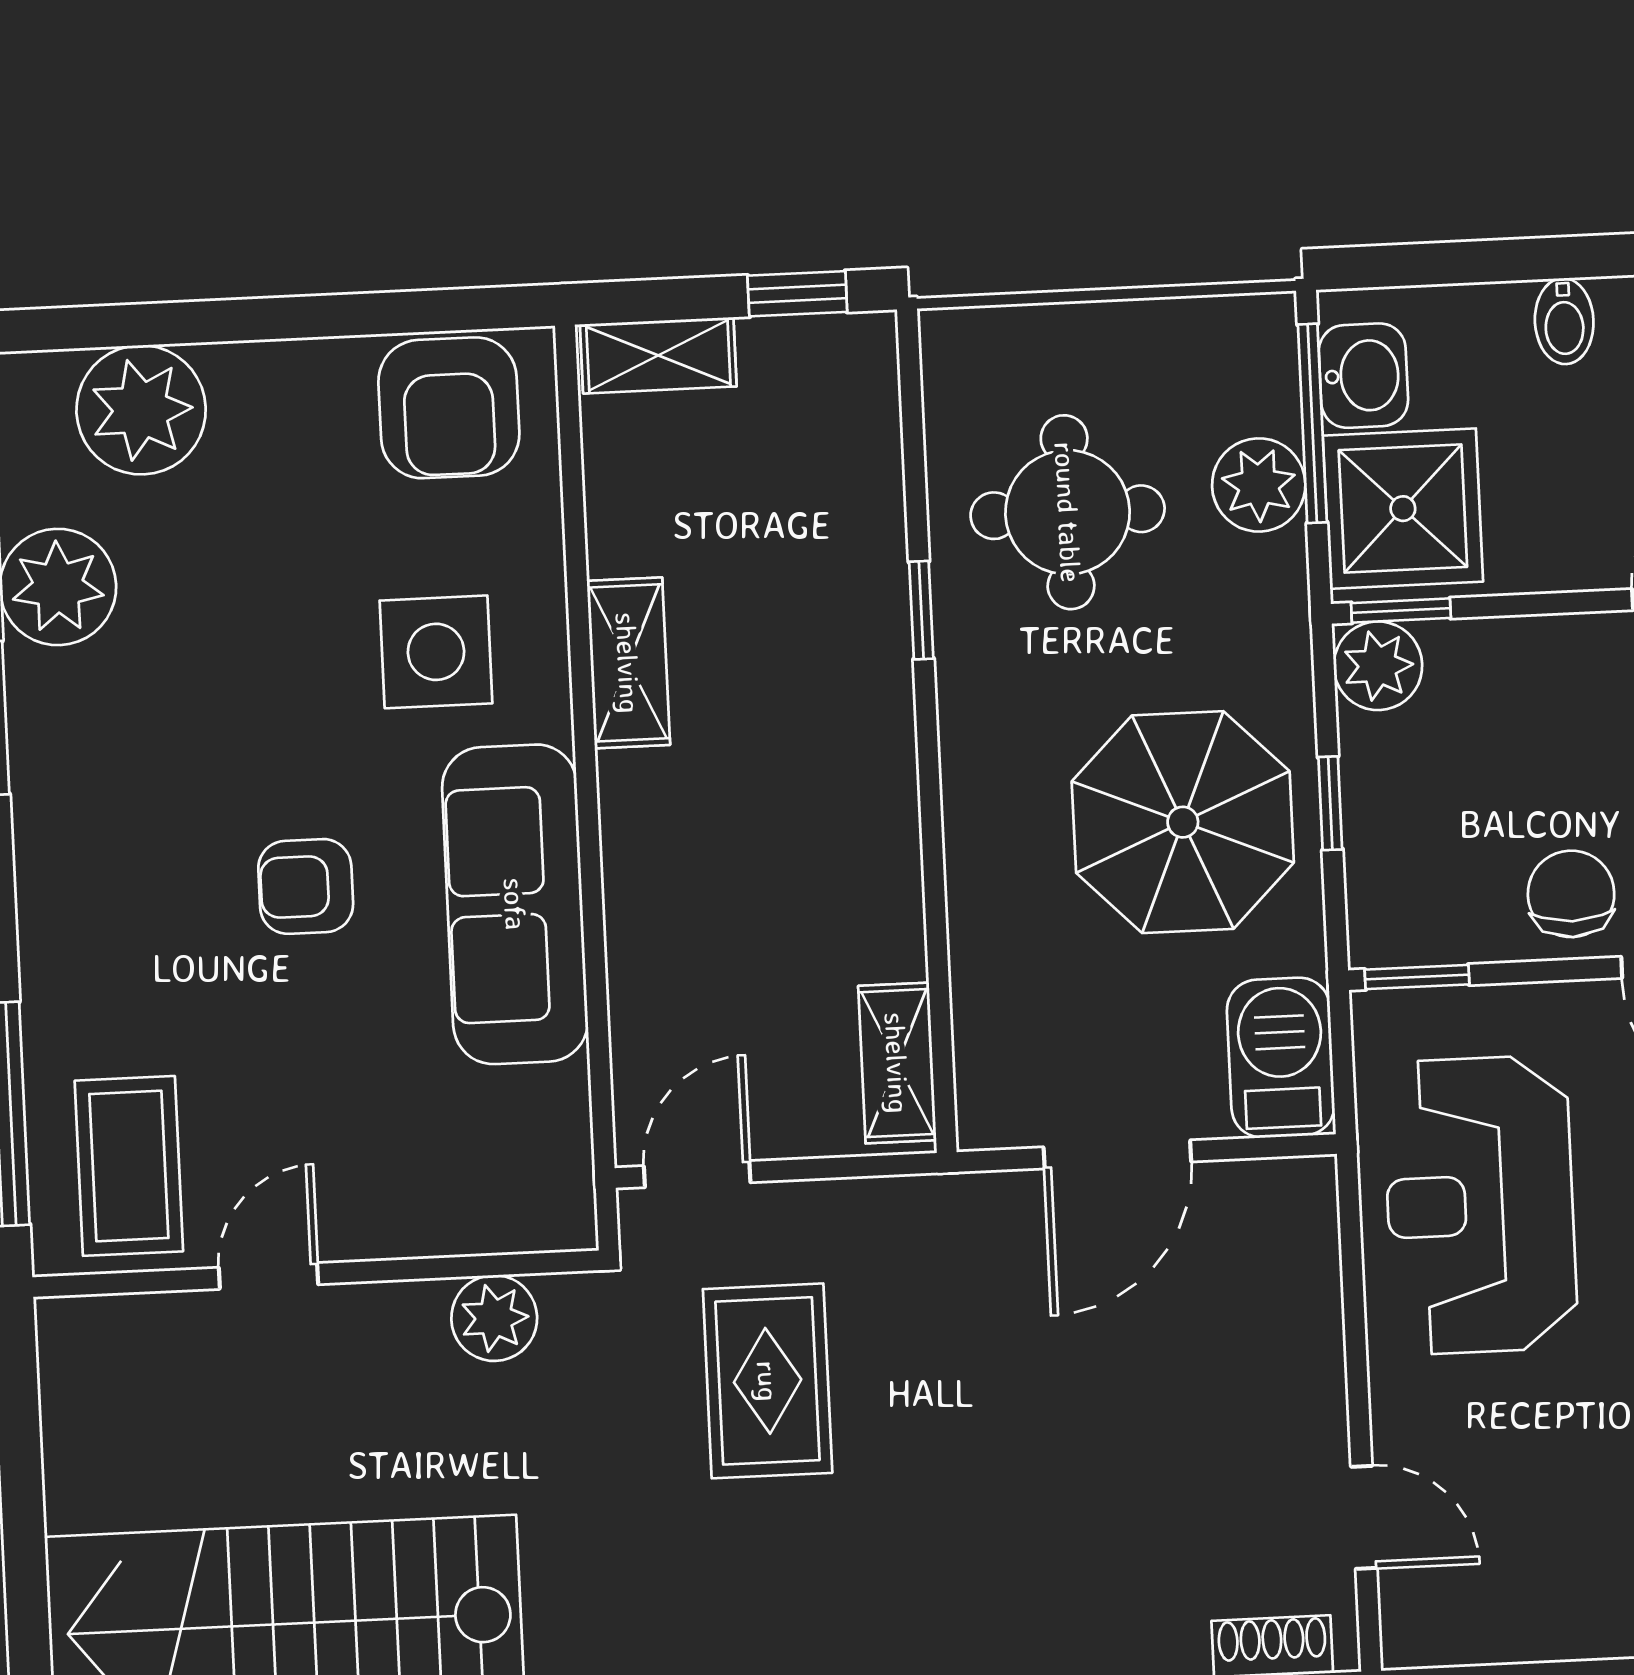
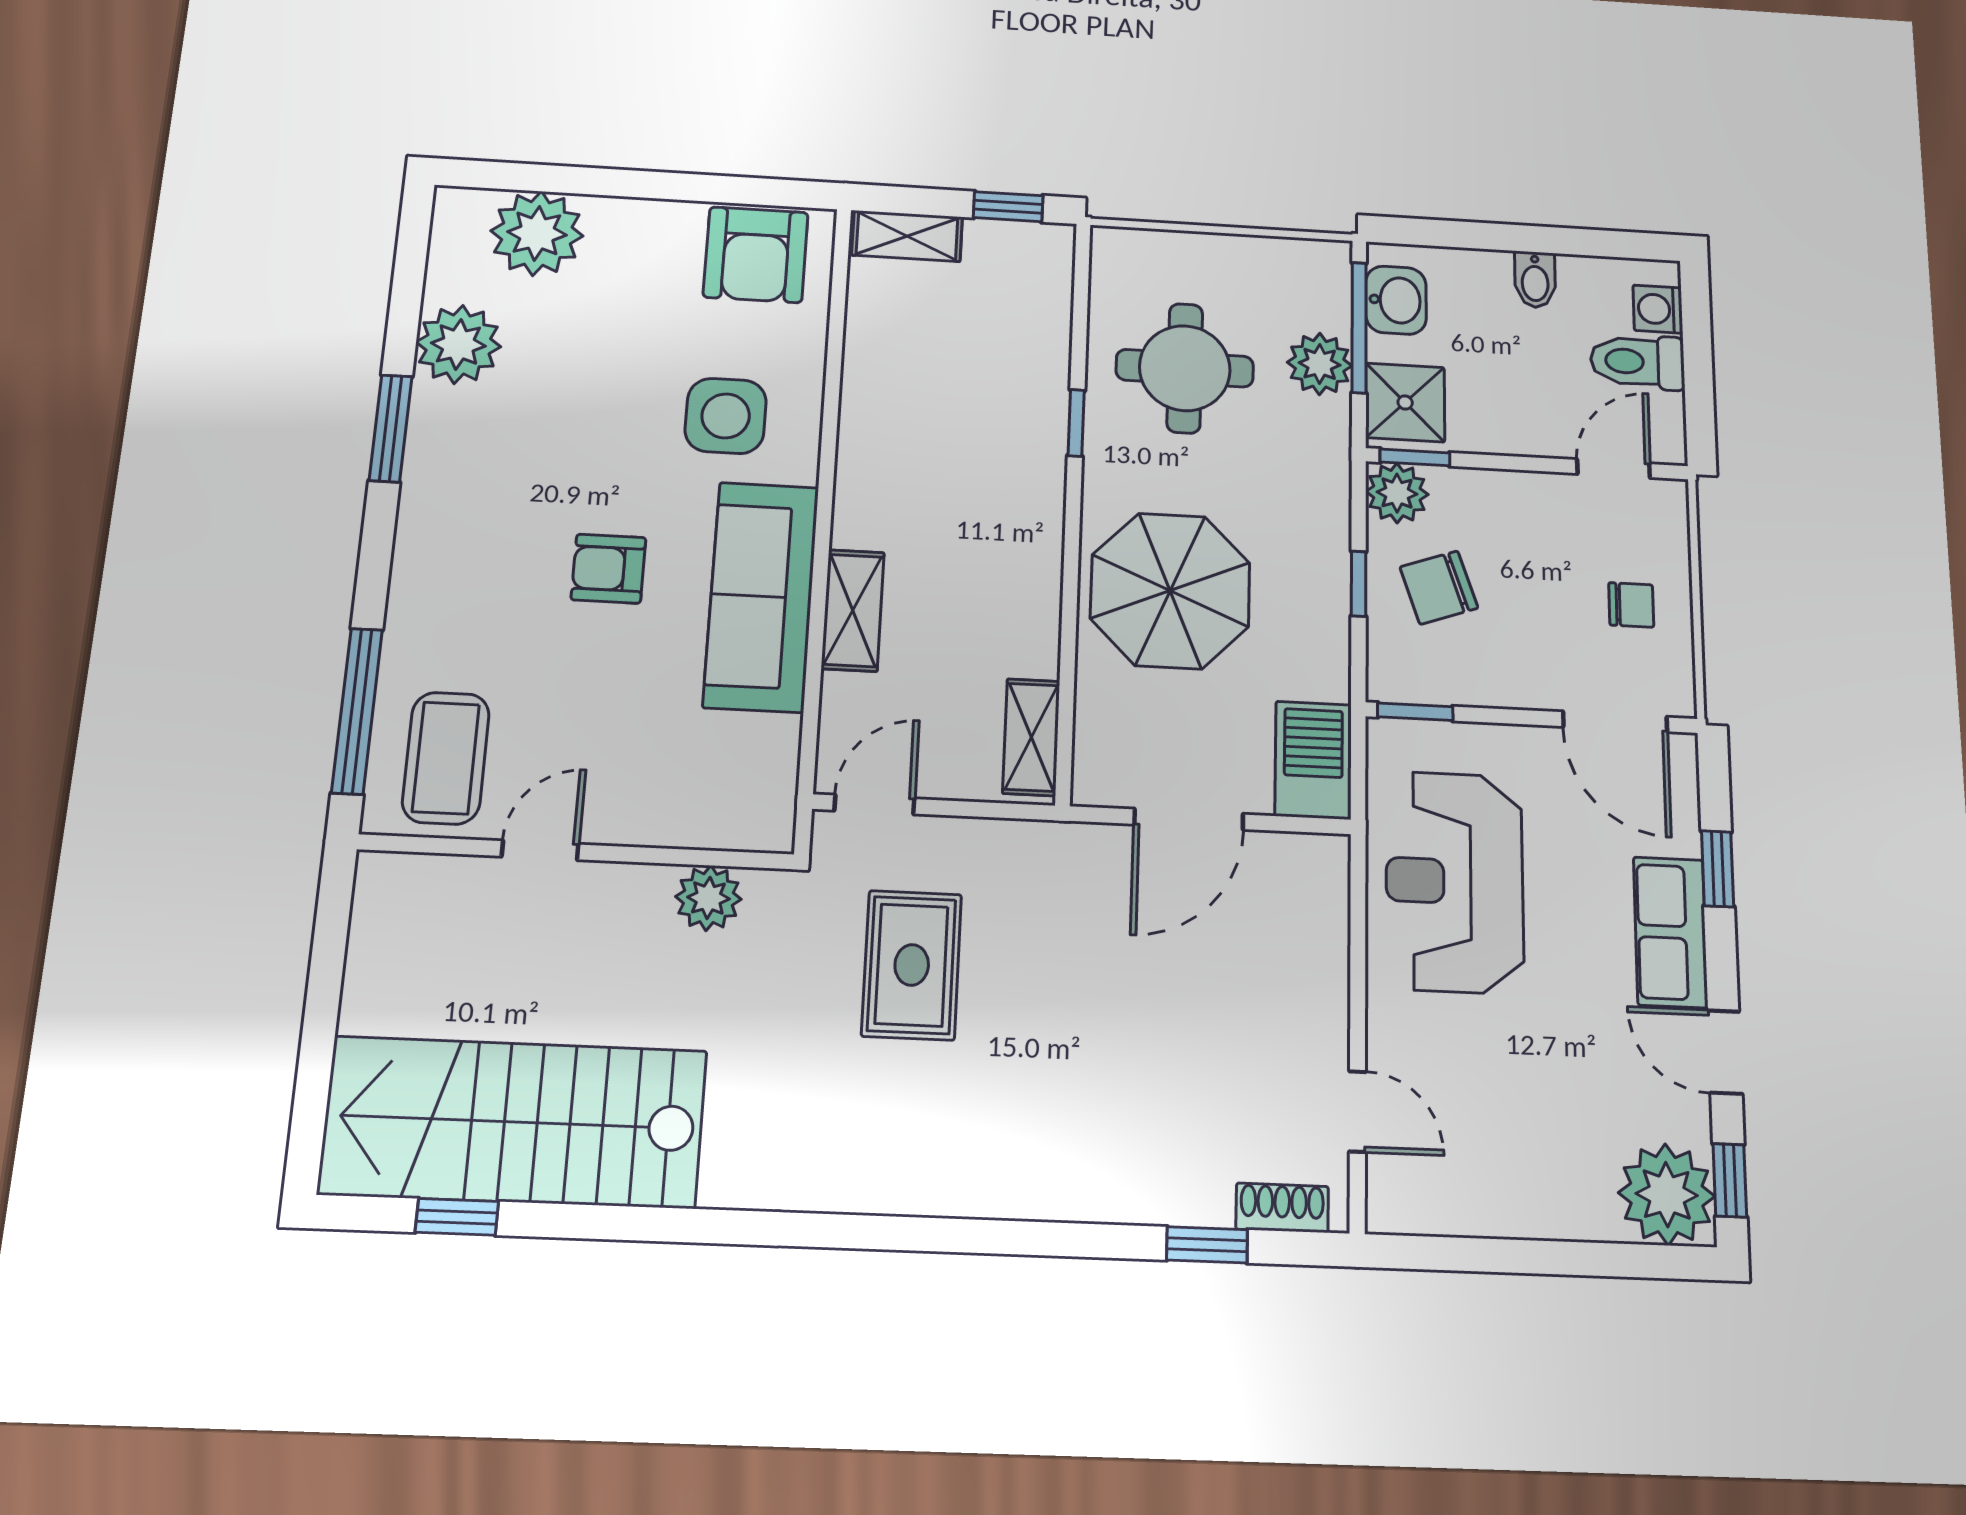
shower: (1403, 509) -> (1405, 403), width x0.73, depth x0.73
shelving: (628, 663) -> (853, 610), moved
parasol: (1183, 822) -> (1170, 591), moved
chair: (1571, 894) -> (1439, 588), moved, turned -109

